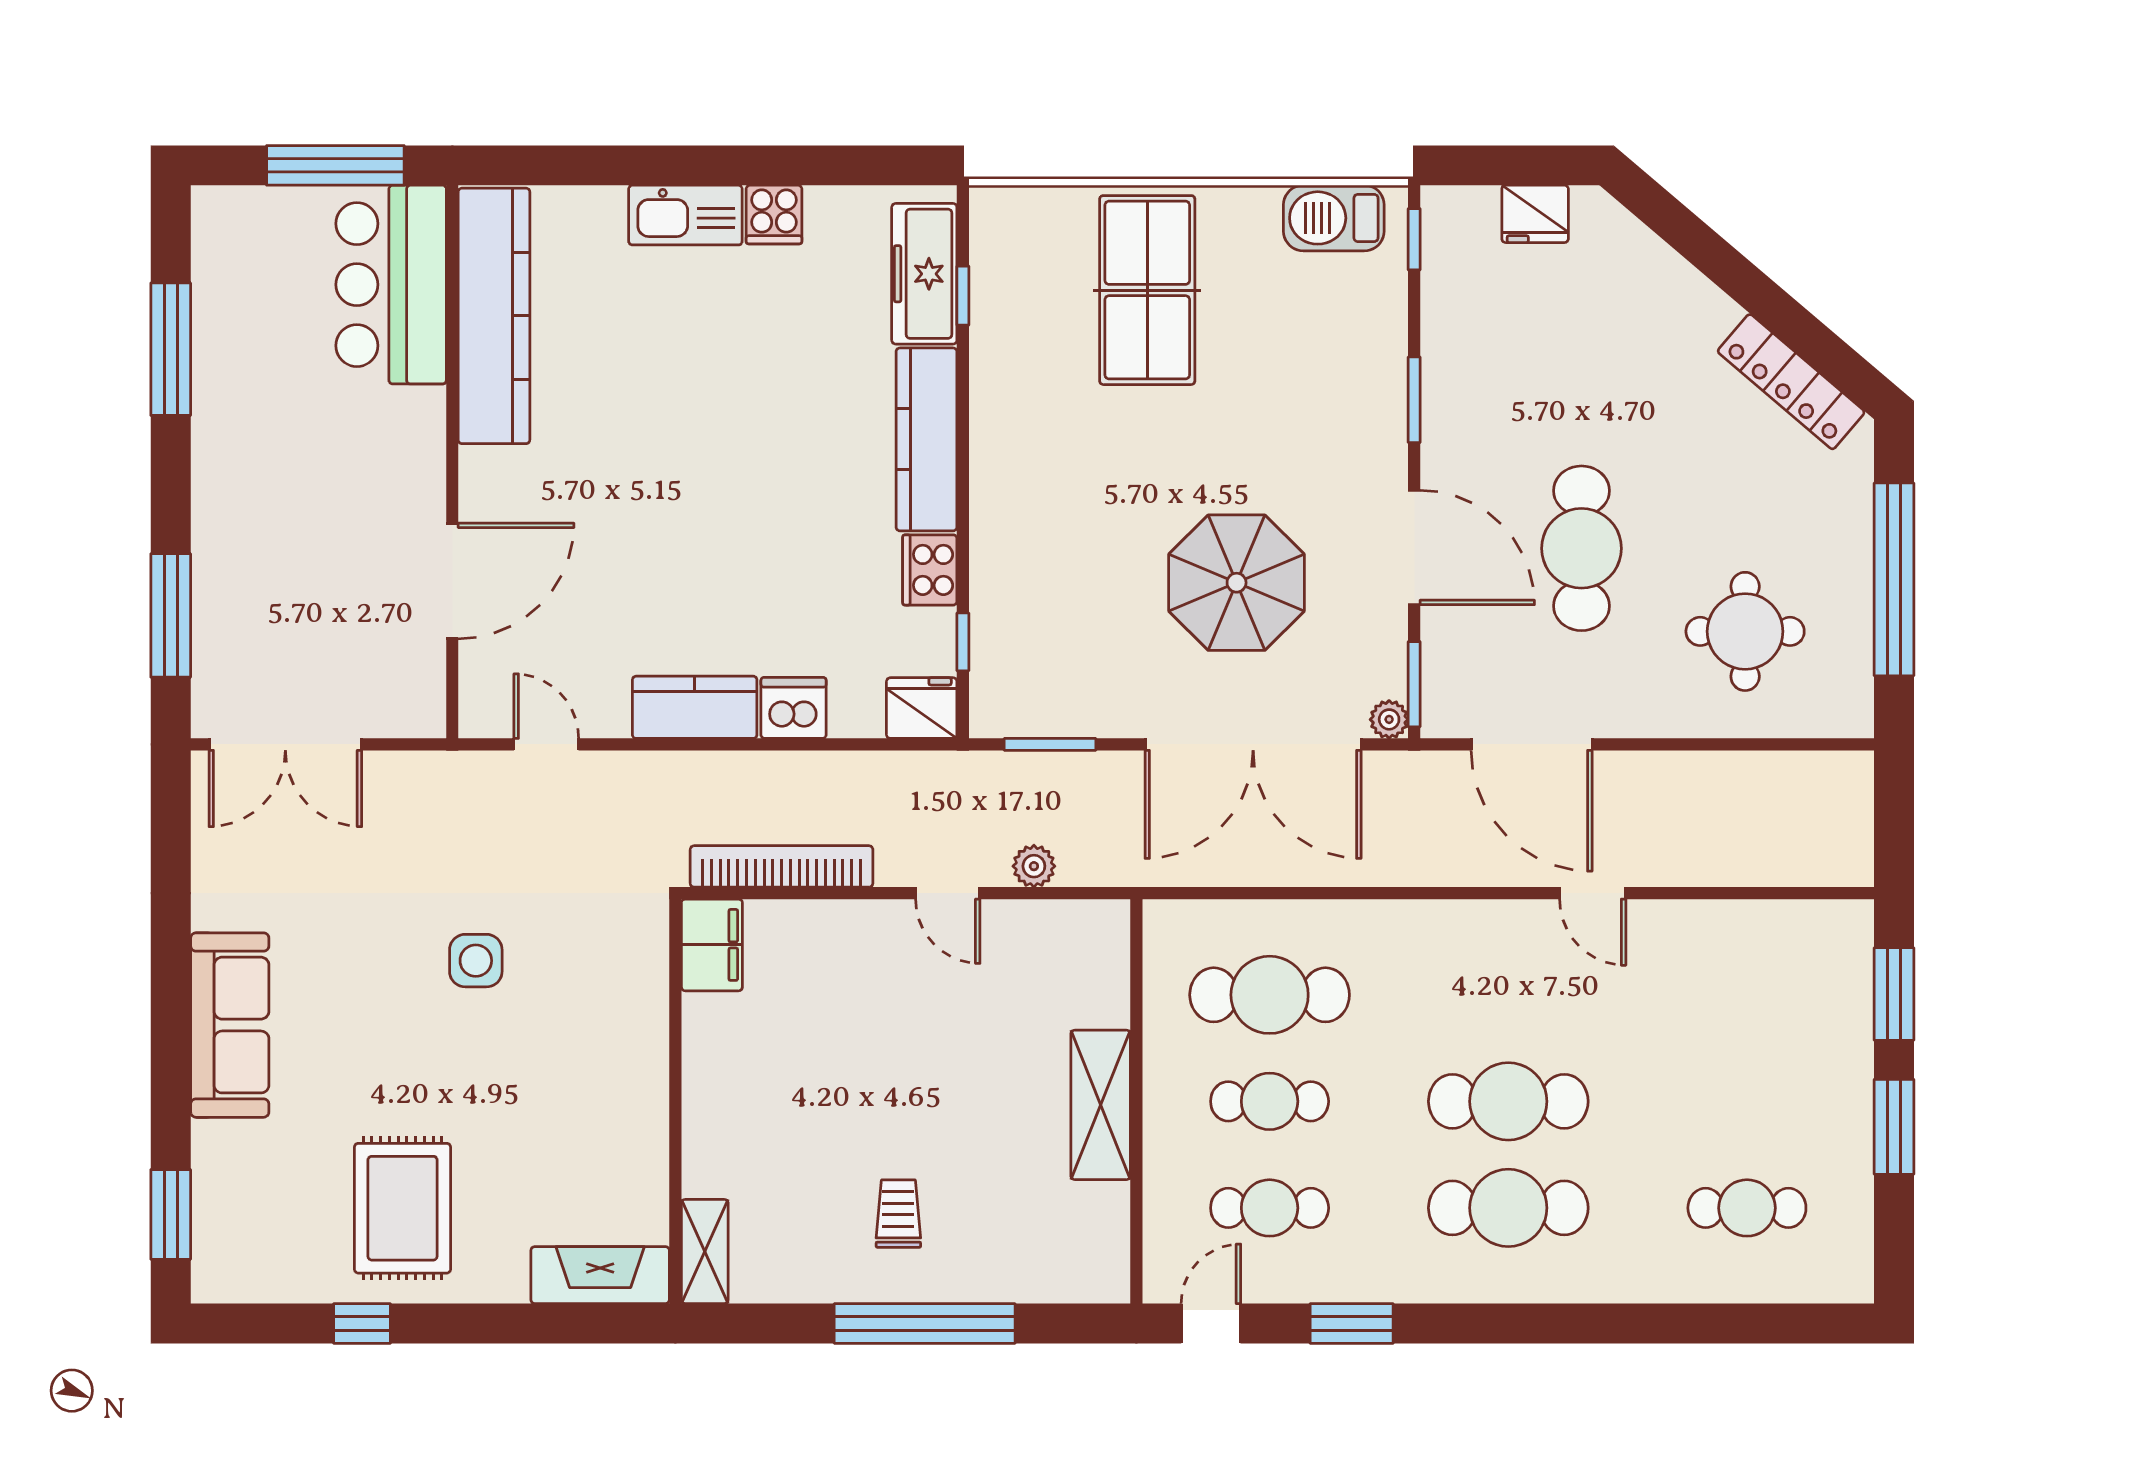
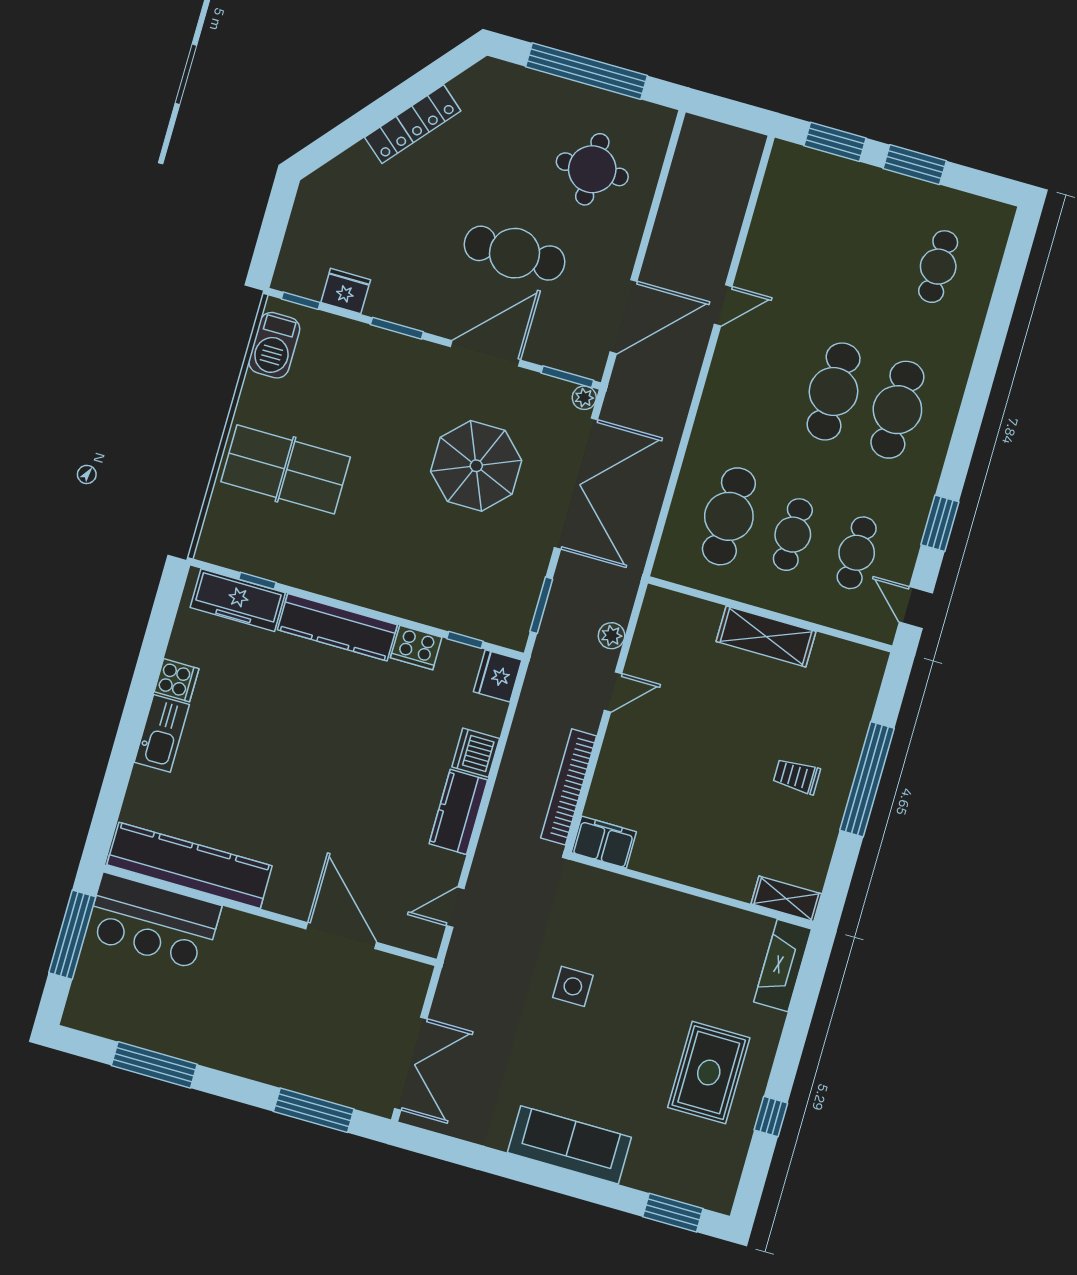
fridge: (1535, 214) -> (346, 291), moved, turned -90
locker: (1791, 382) -> (413, 124), moved
rug: (403, 1208) -> (709, 1073), turned 90

